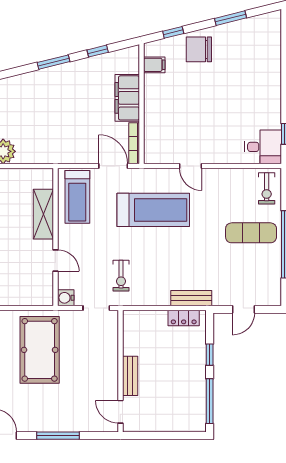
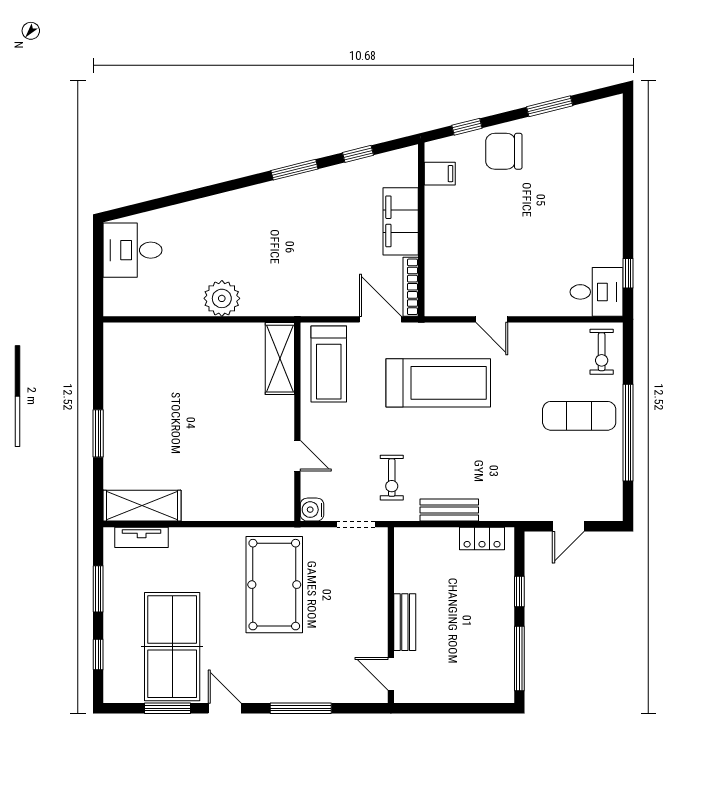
shelving: (43, 214) -> (280, 359), moved
bench: (191, 298) -> (449, 510), moved

